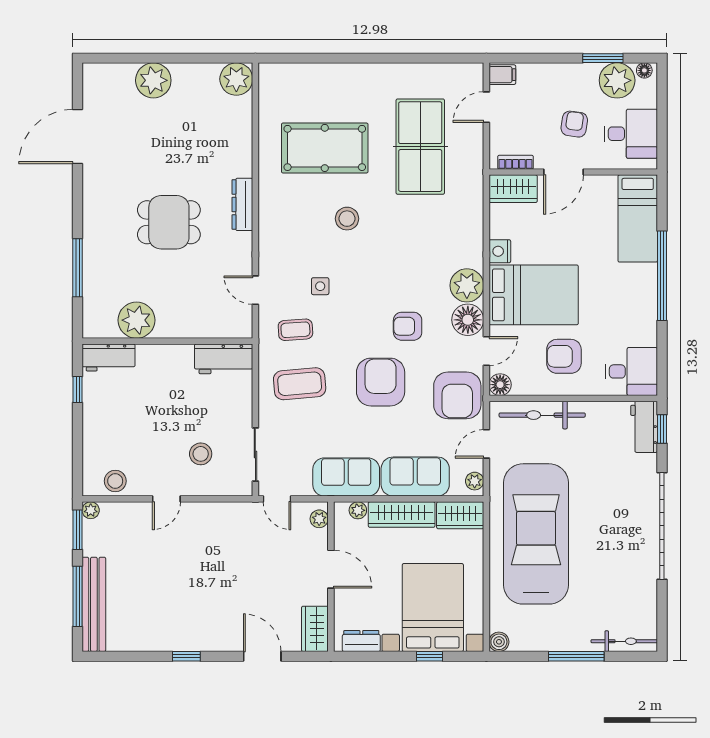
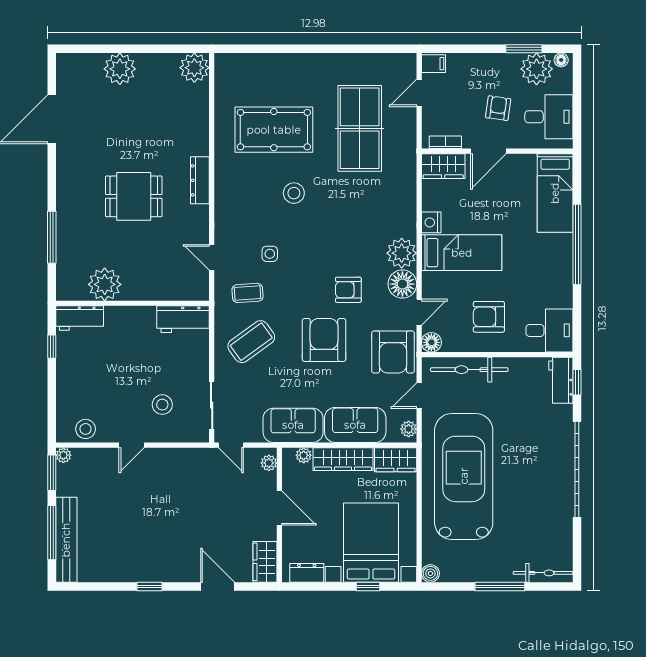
bed: (534, 295) -> (462, 253), width x0.67
coffee table: (300, 384) -> (251, 342), turned -31

